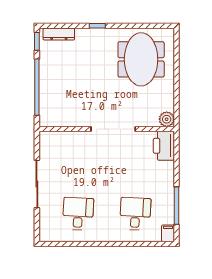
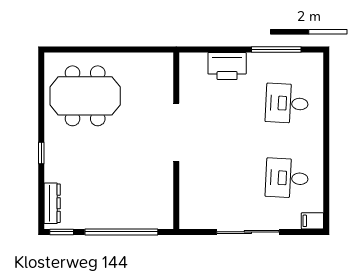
plant: (167, 119) -> (163, 62), removed
printer: (164, 146) -> (227, 66), moved
filing cabinet: (168, 233) -> (312, 221), moved

